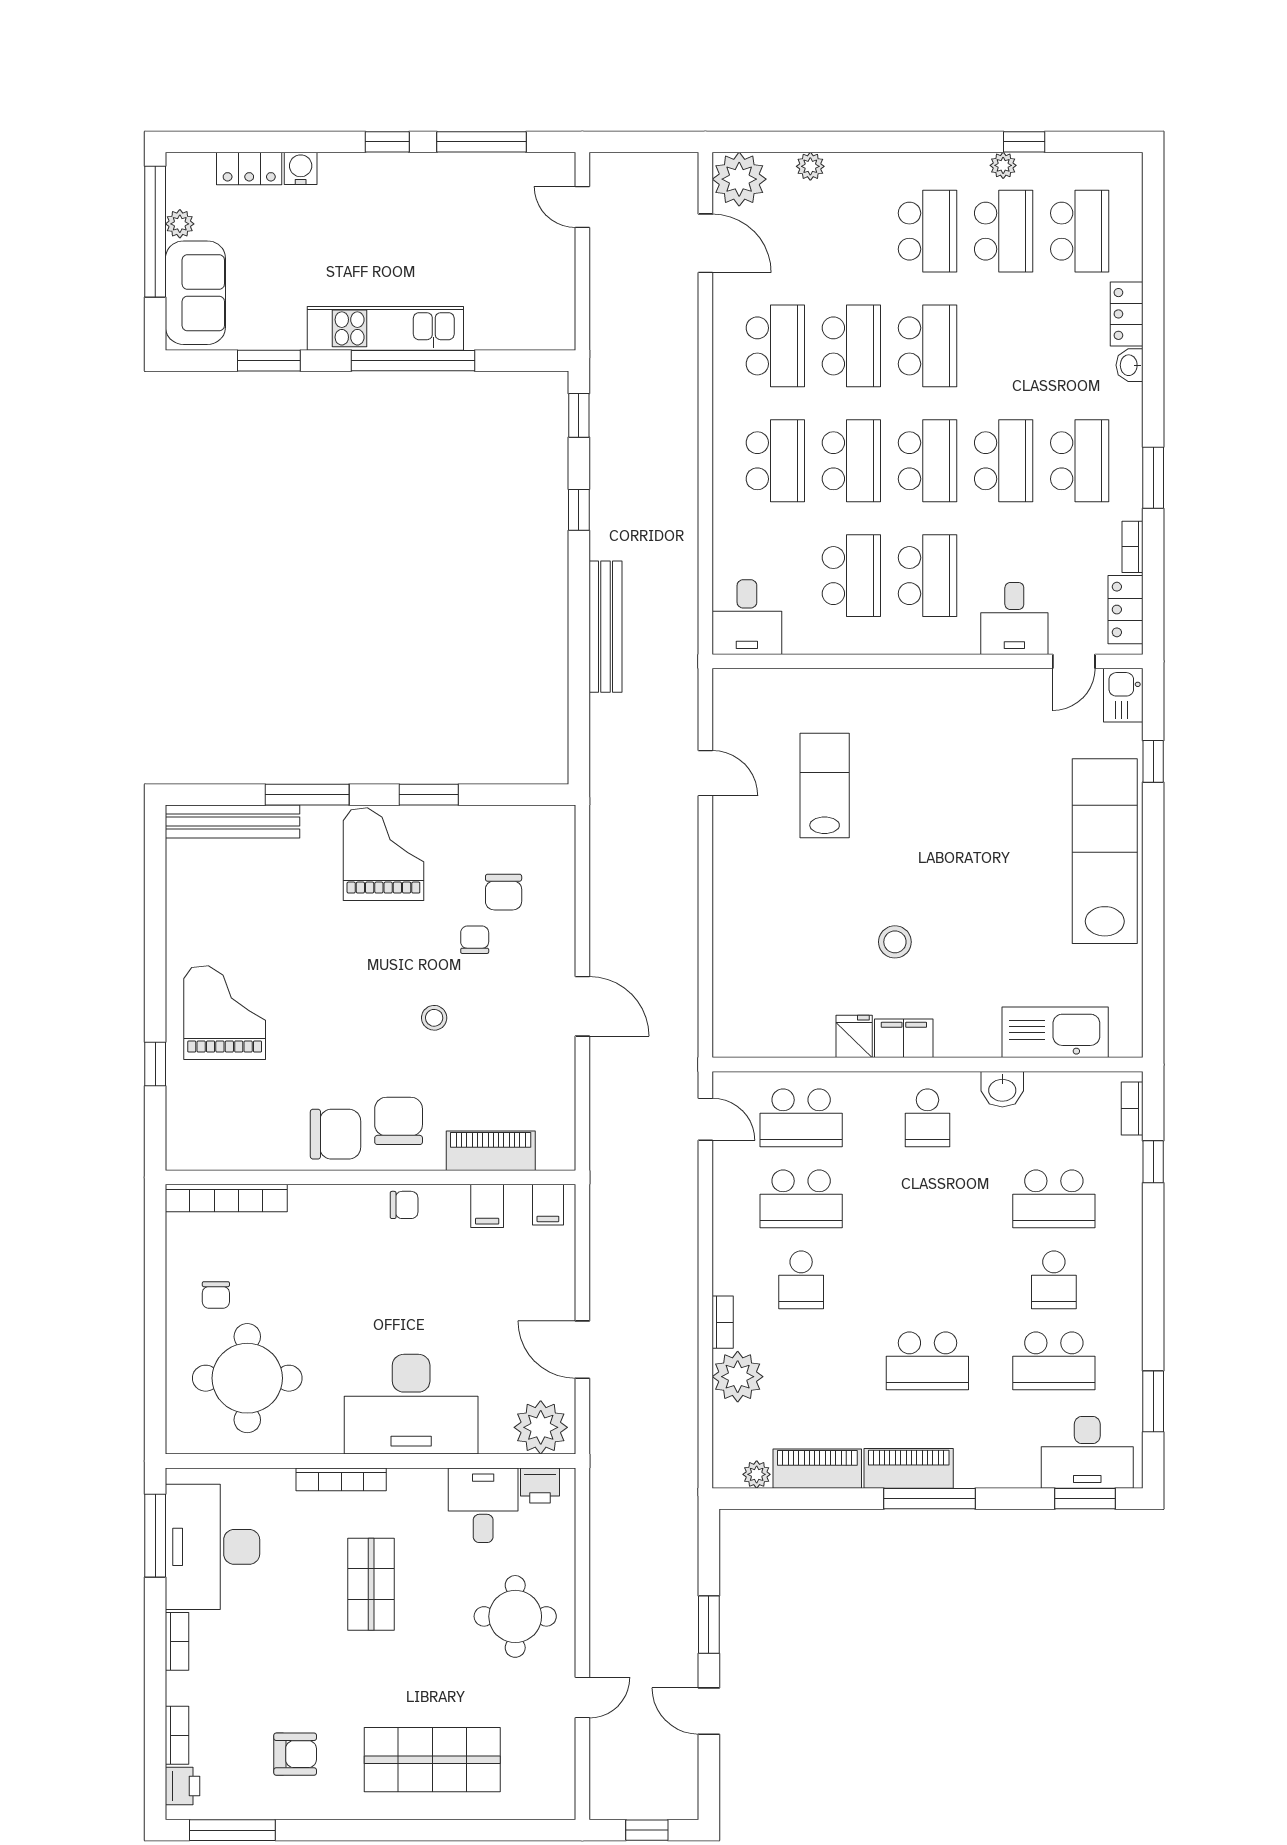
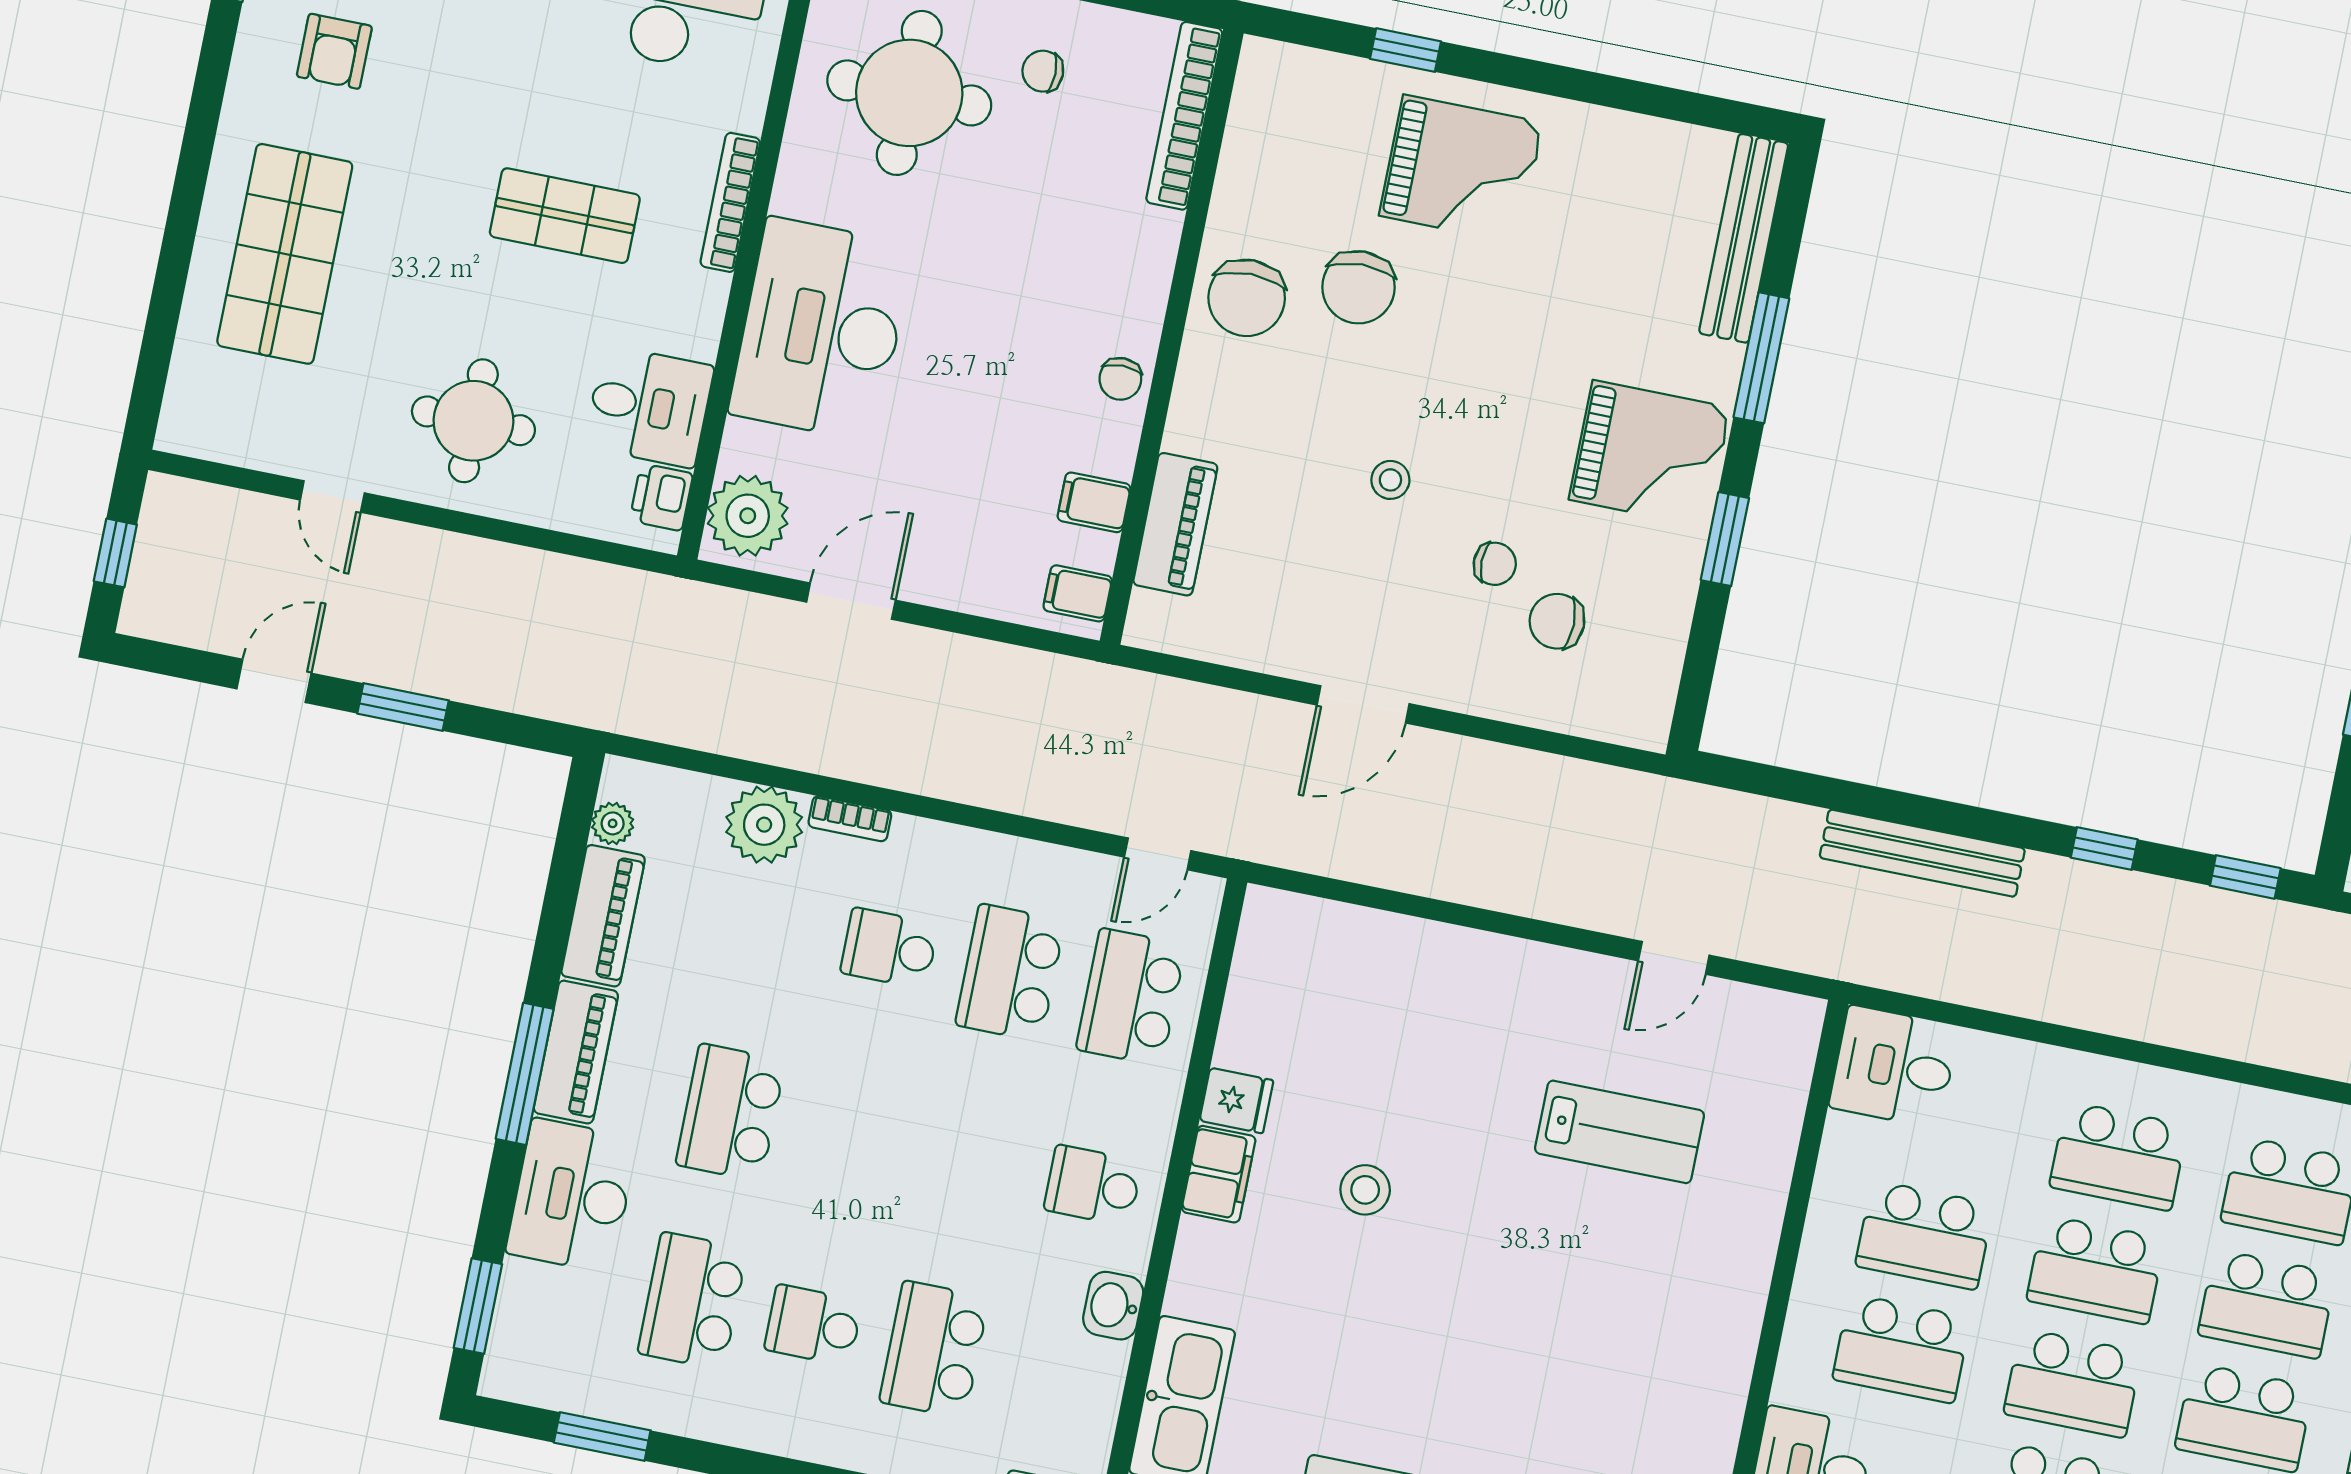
chair: (399, 1121) -> (1358, 287), moved, turned 89
desk: (1087, 1452) -> (572, 1196), moved

